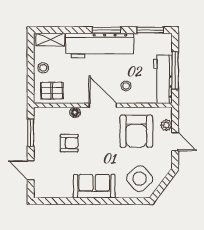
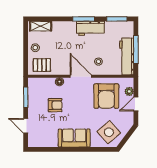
workbench: (100, 45) -> (90, 28), width x0.53, depth x0.76
door: (175, 142) -> (136, 104), swing flipped

